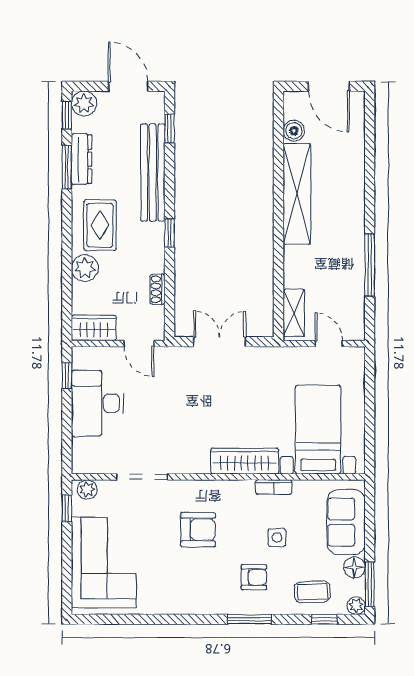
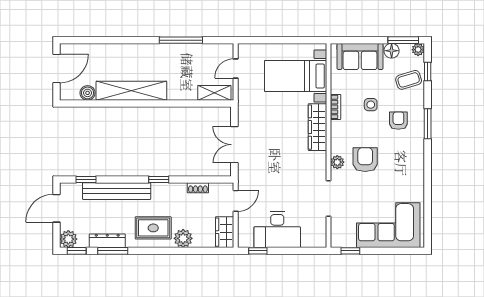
plant: (87, 489) -> (337, 162), moved
coffee table: (312, 592) -> (409, 80), turned 76

